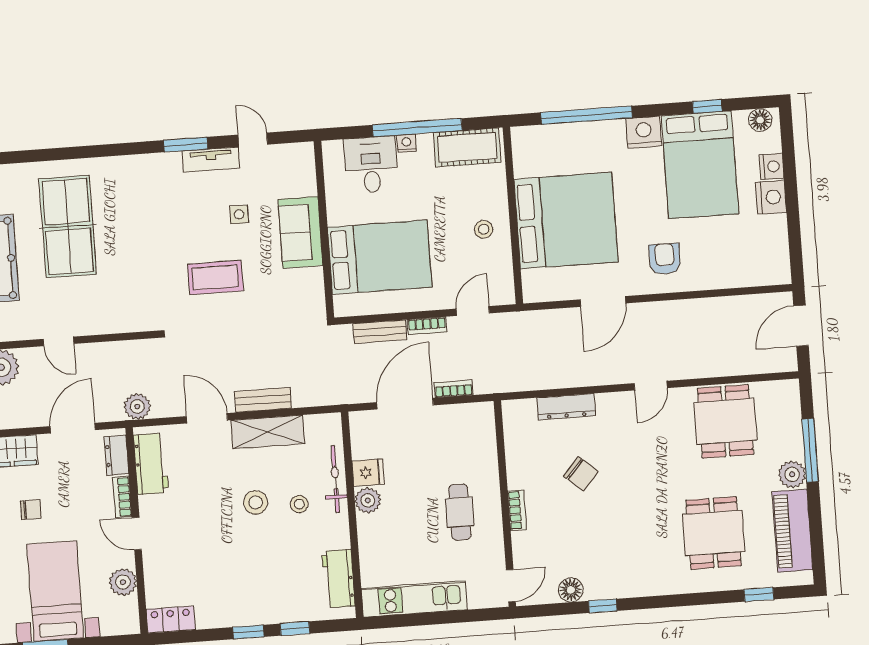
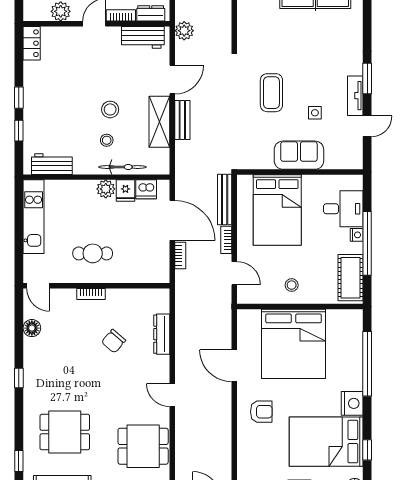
bench: (380, 332) -> (225, 199), width x1.36
dishwasher: (364, 444) -> (146, 189), added
window: (603, 606) -> (19, 378), moved

